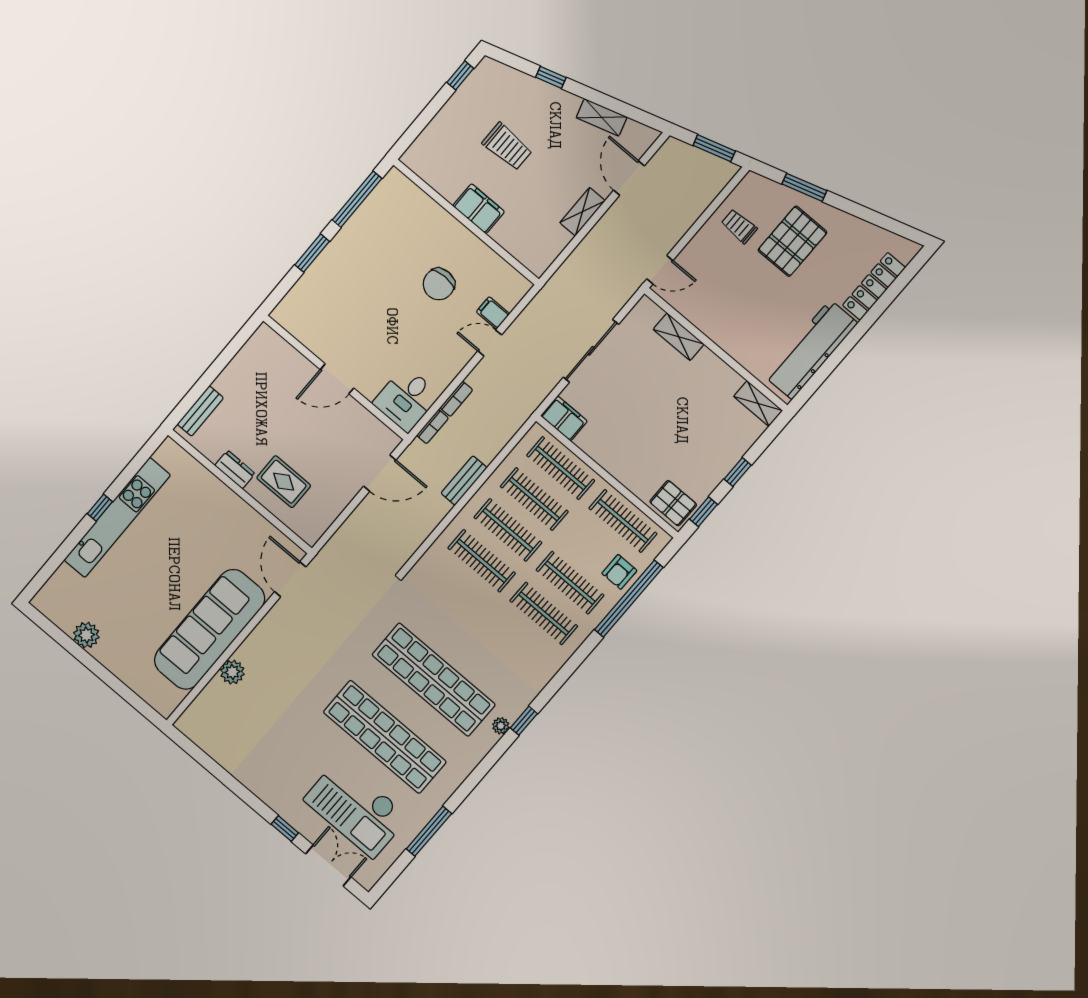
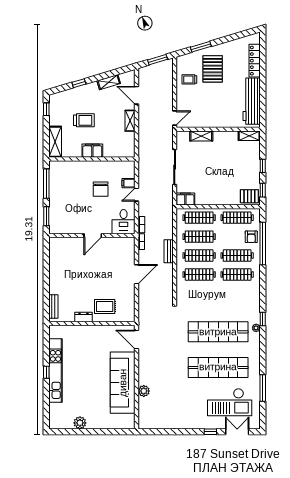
shelving: (430, 142) -> (55, 142), added
wall: (336, 378) -> (92, 235), moved
door: (337, 379) -> (93, 235), moved
desk: (406, 399) -> (124, 222), moved

